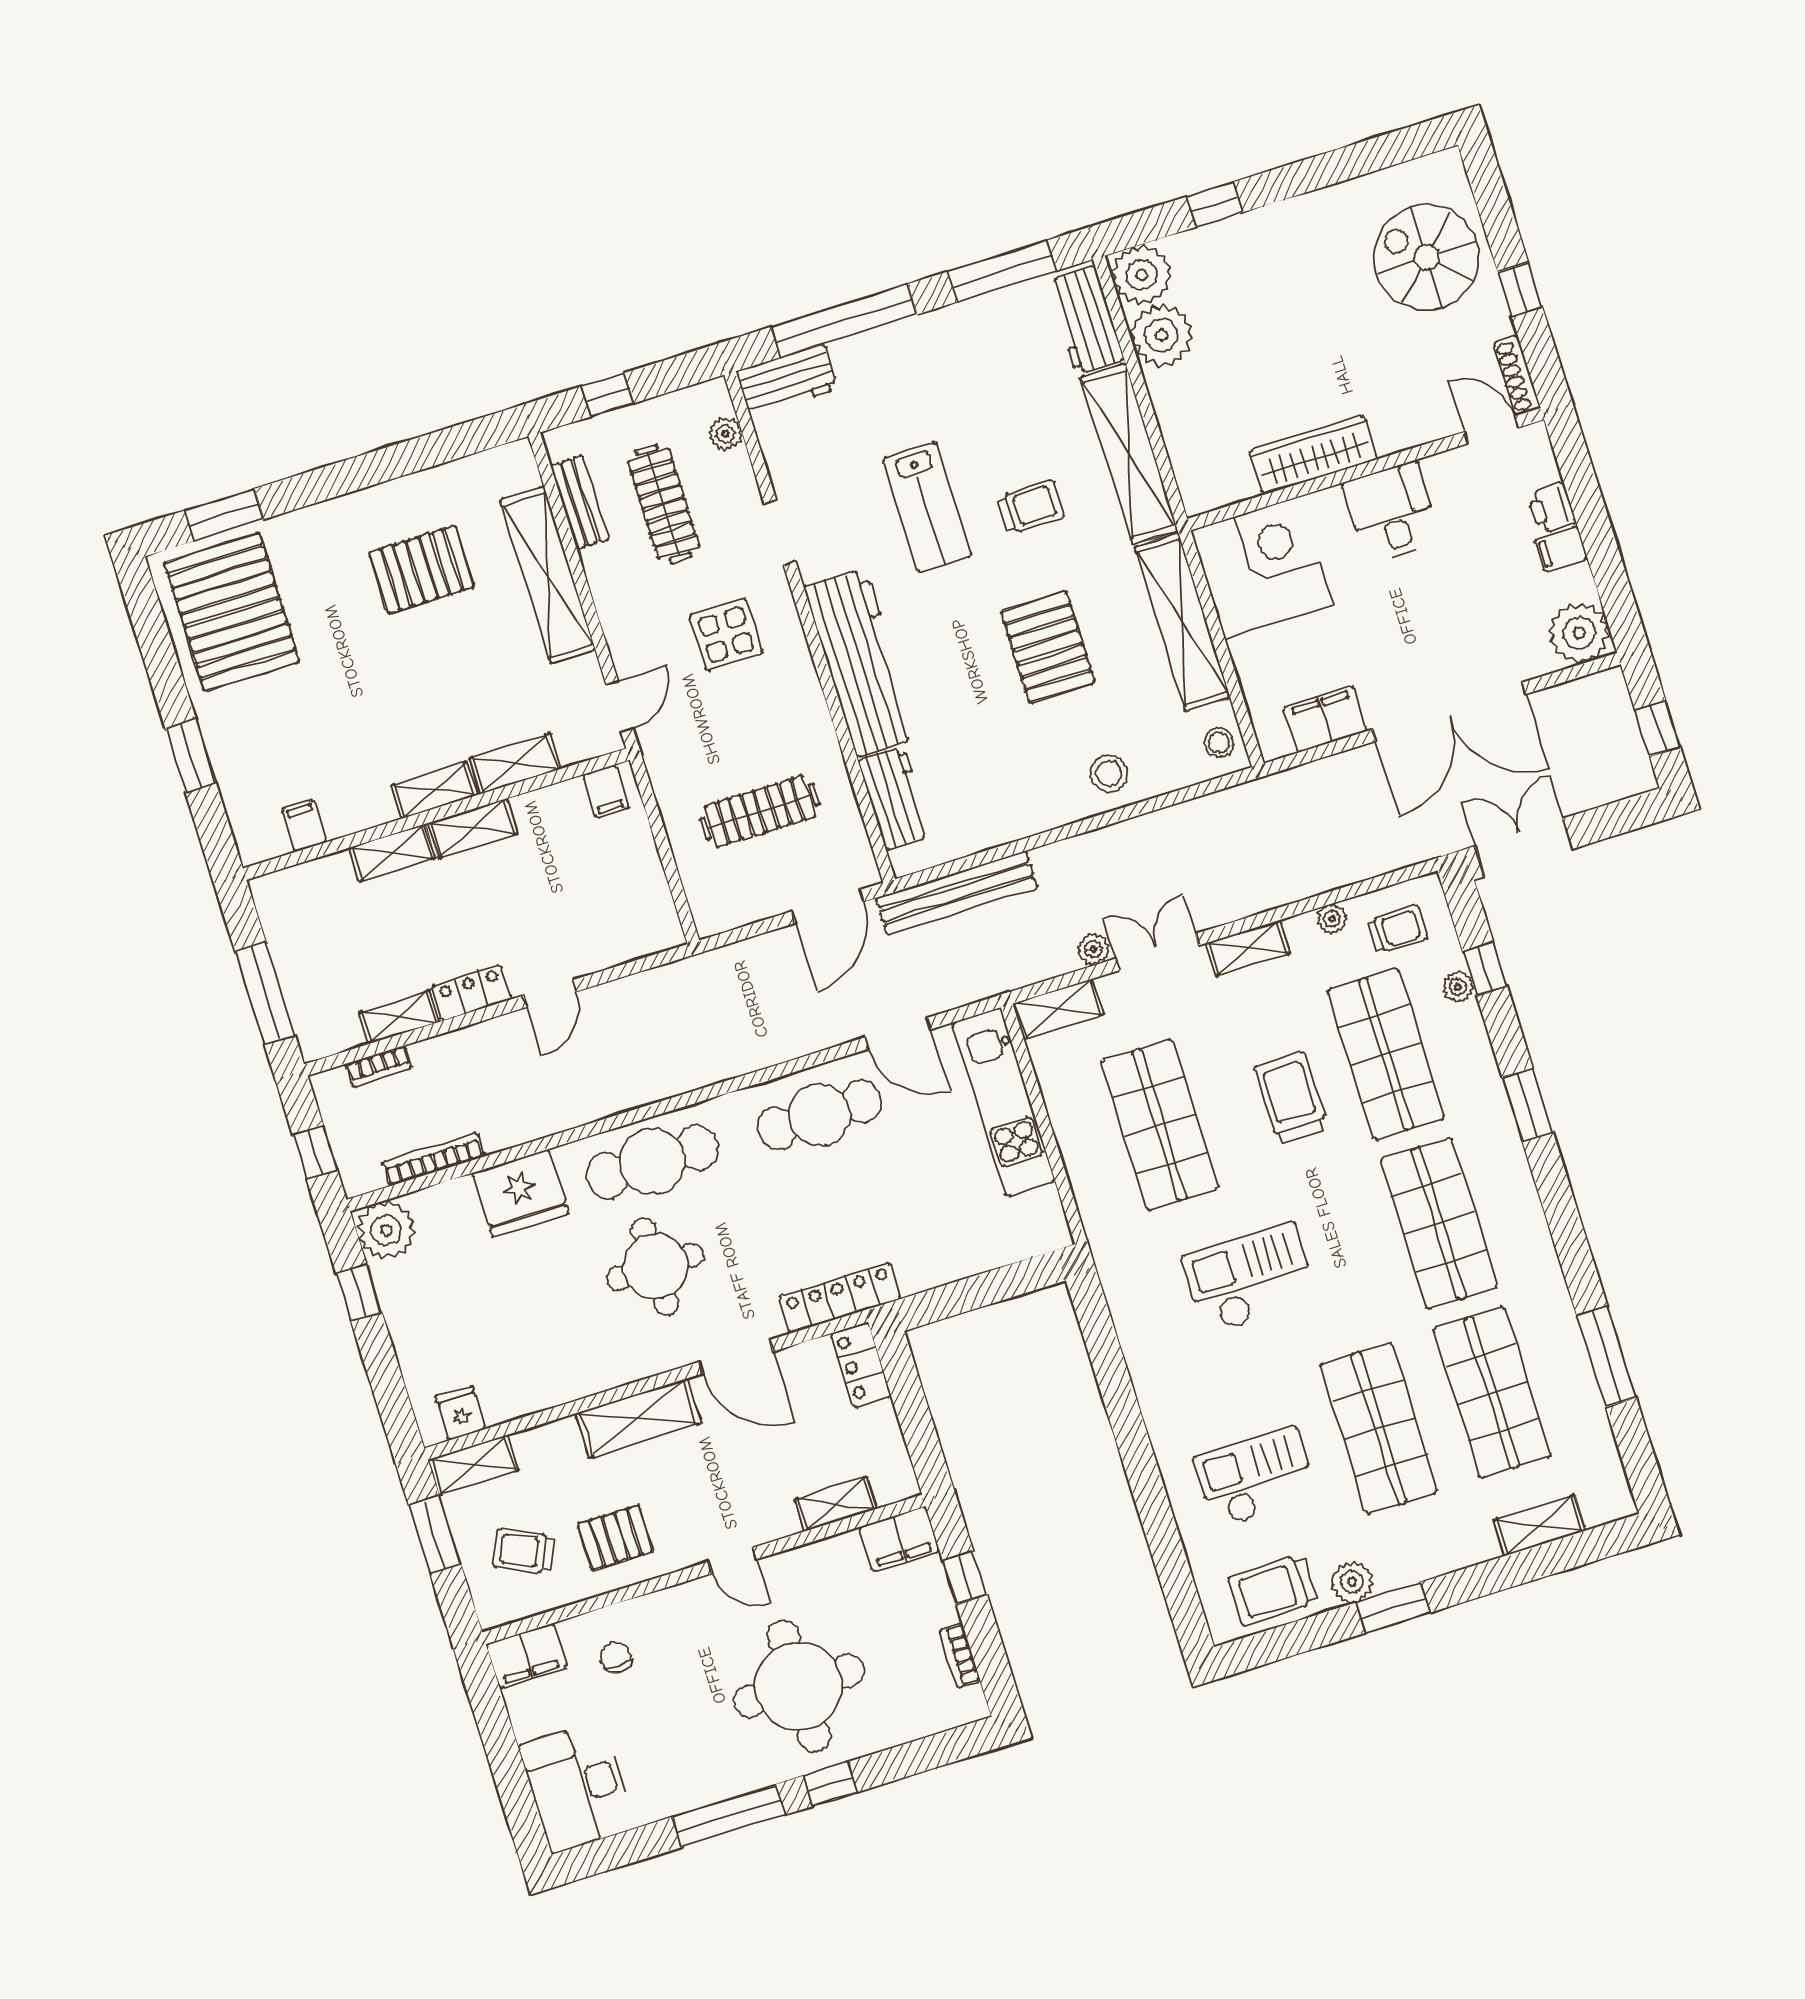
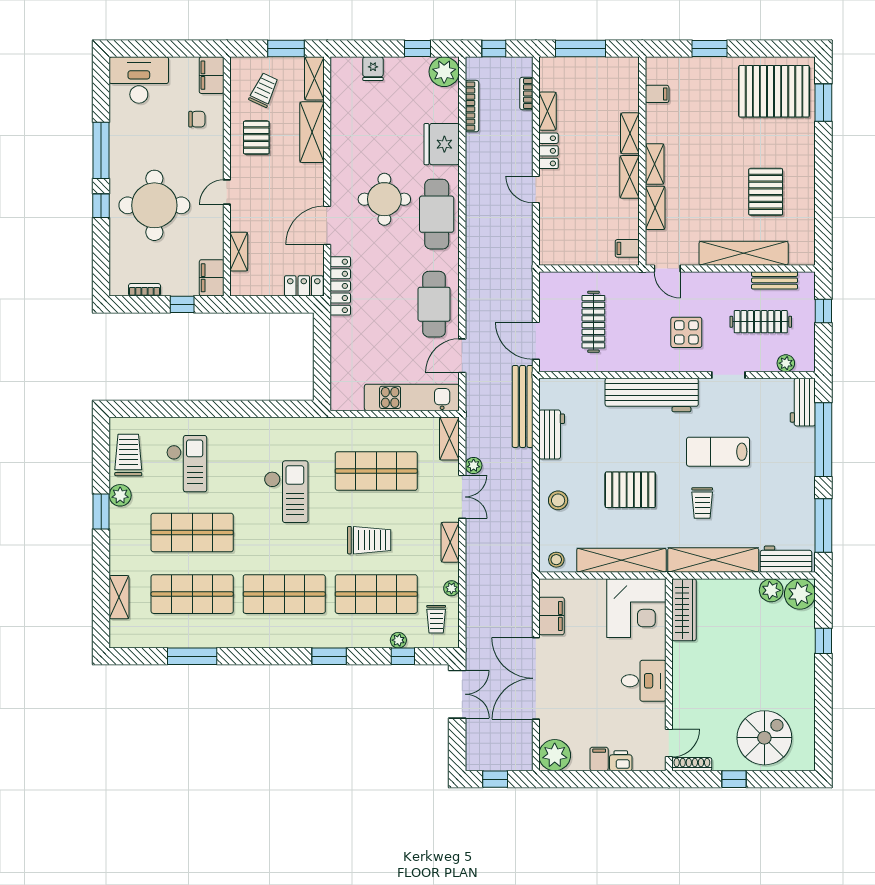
plant: (1162, 335) -> (771, 590), width x0.73, depth x0.73
wardrobe: (1313, 455) -> (684, 610), moved
workbench: (895, 798) -> (552, 434), moved, turned -90
fridge: (461, 1413) -> (373, 69), moved, turned 90
shelving: (638, 1418) -> (312, 132), moved

